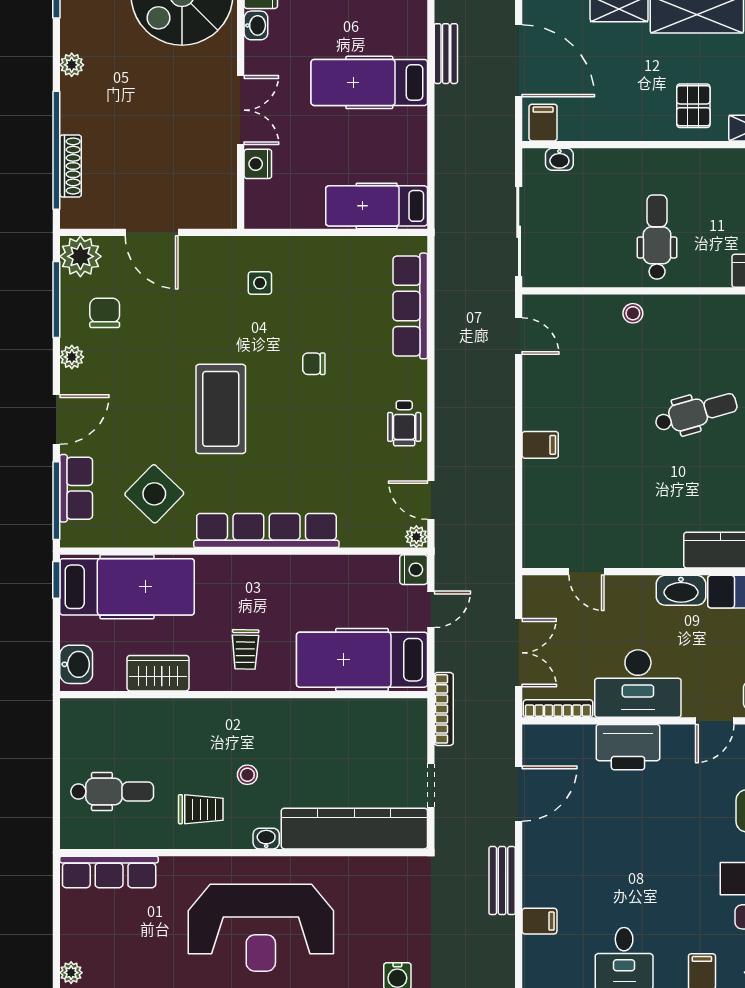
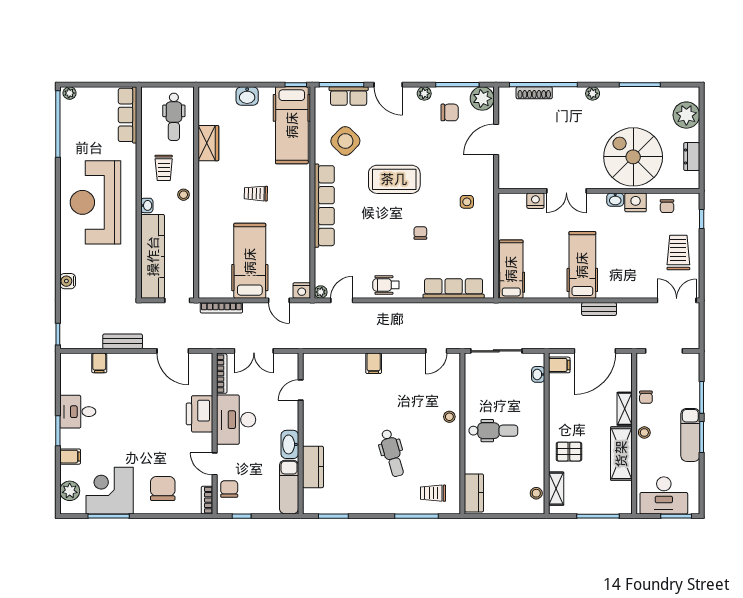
wardrobe: (158, 673) -> (208, 143), moved
wall: (244, 695) -> (196, 192), moved

